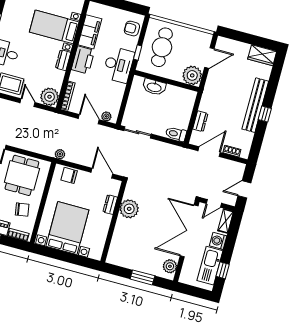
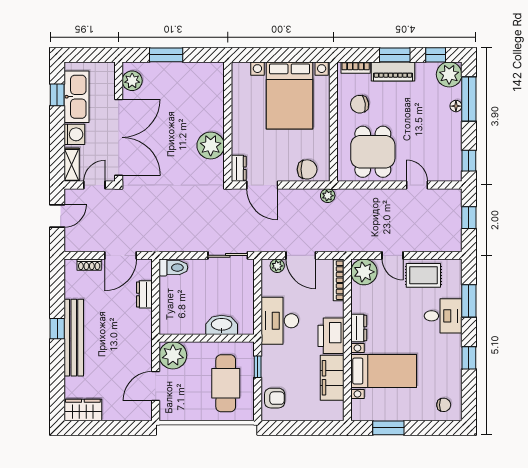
desk: (118, 65) -> (280, 321), moved
dresser: (110, 205) -> (239, 168), moved

